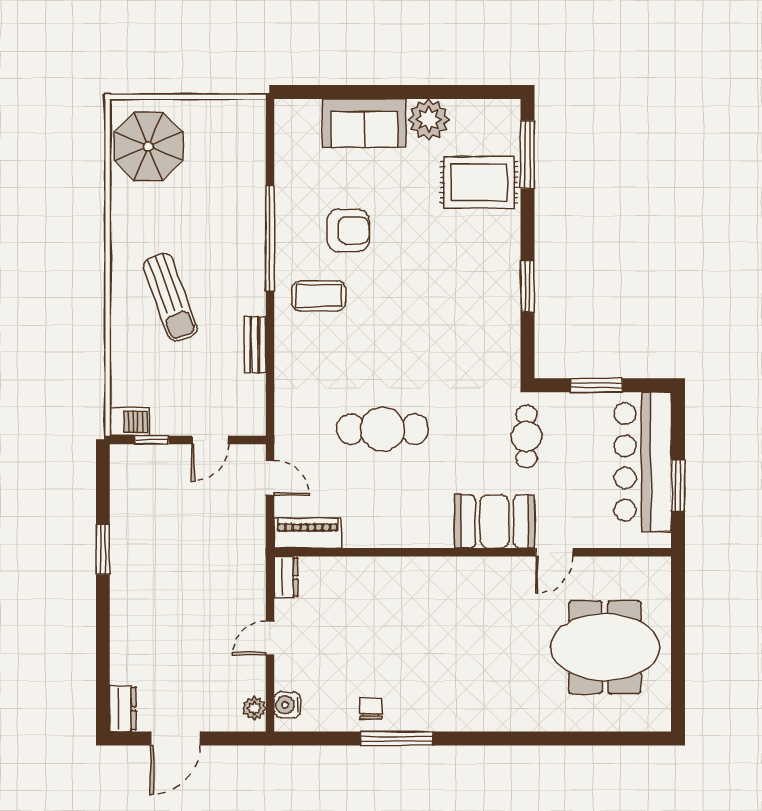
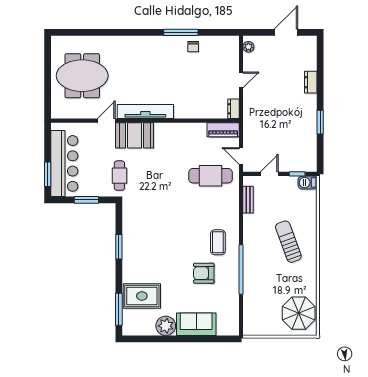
coffee table: (319, 296) -> (218, 242), turned 90
bench: (255, 345) -> (248, 200), moved
cafe table: (383, 429) -> (210, 176), moved
window: (678, 486) -> (48, 174), moved
tv unit: (472, 572) -> (145, 112), added
water cooler: (287, 705) -> (233, 48), removed
dresser: (123, 708) -> (311, 82), moved

